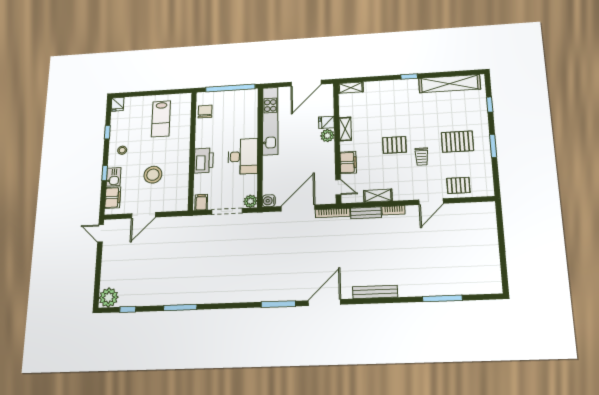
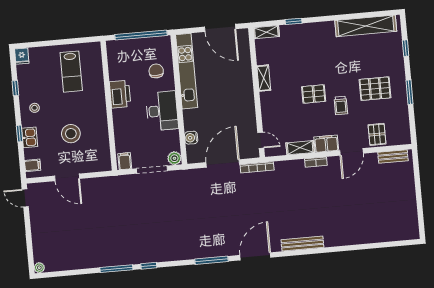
window: (409, 76) -> (294, 21), moved
door: (306, 83) -> (220, 28), hinge flipped
chair: (205, 112) -> (156, 71), moved
fridge: (326, 122) -> (244, 71), removed
plant: (327, 136) -> (246, 86), removed
printer: (204, 160) -> (120, 94), moved
filing cabinet: (348, 163) -> (326, 144), moved, turned -90
pallet: (458, 185) -> (377, 134), turned 90
filing cabinet: (113, 198) -> (33, 165), width x0.50
water cooler: (269, 201) -> (191, 138), moved
bench: (366, 213) -> (393, 156), moved
door: (144, 215) -> (67, 177), hinge flipped
plant: (109, 297) -> (39, 268), width x0.53, depth x0.53
window: (442, 298) -> (365, 246), removed
window: (128, 309) -> (149, 266), moved

